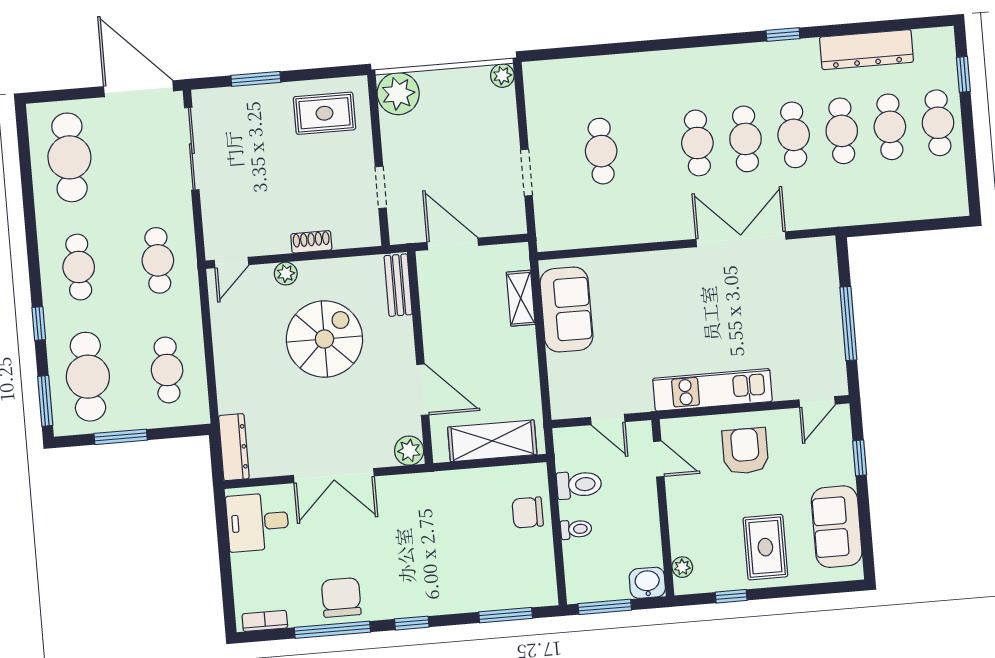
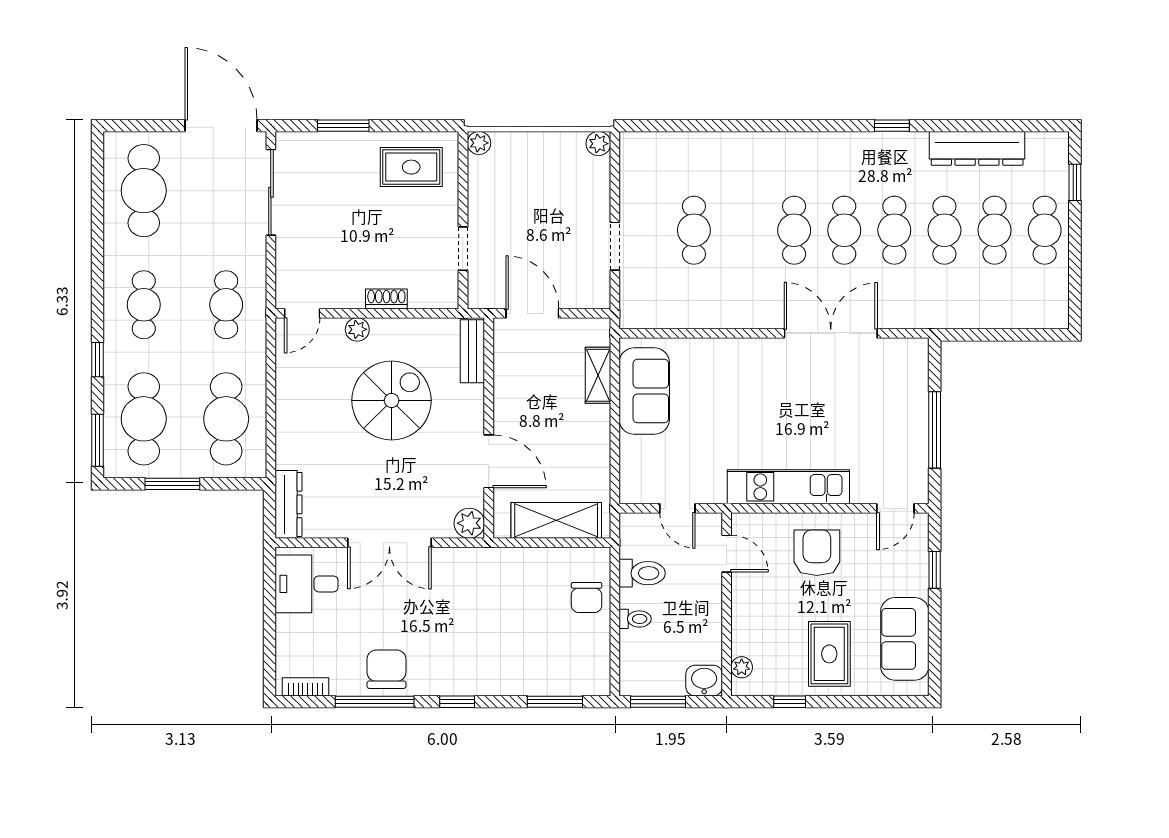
plant: (398, 94) -> (479, 143), width x0.53, depth x0.53
cafe table: (167, 370) -> (226, 419), width x1.37, depth x1.35
chair: (528, 513) -> (587, 598), turned -90

